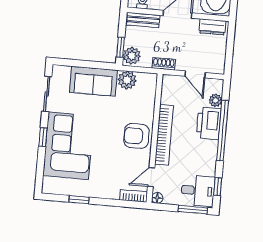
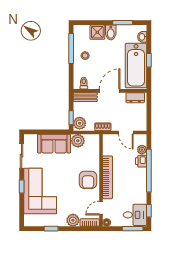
printer: (209, 123) -> (141, 161), width x0.53, depth x0.68
armchair: (136, 136) -> (88, 180), turned -90
plant: (110, 191) -> (73, 220), added

